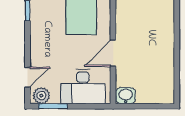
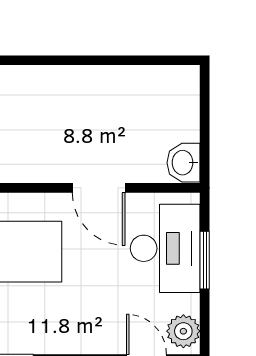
window: (53, 106) -> (205, 260), moved

